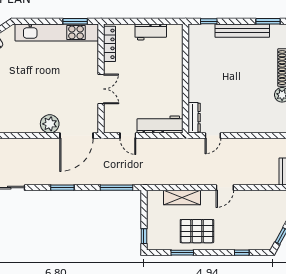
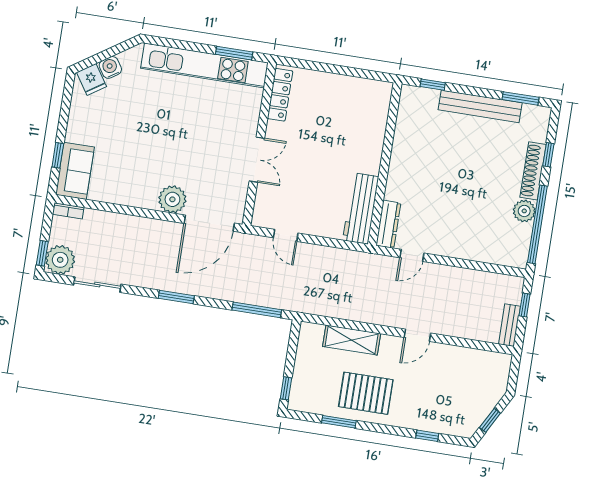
workbench: (151, 32) -> (344, 87), removed
workbench: (160, 124) -> (361, 208), moved, turned -90

